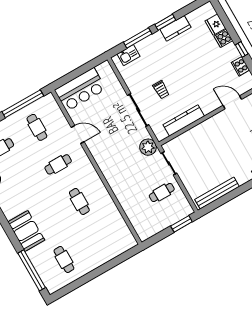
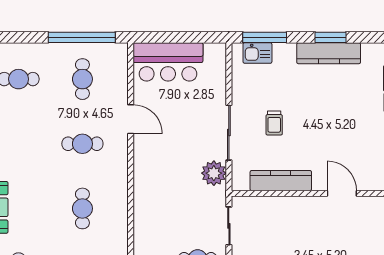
kitchen counter: (175, 28) -> (329, 53), width x1.50
window: (138, 38) -> (265, 37), moved
door: (232, 102) -> (342, 193), moved
plant: (148, 147) -> (214, 173), moved

